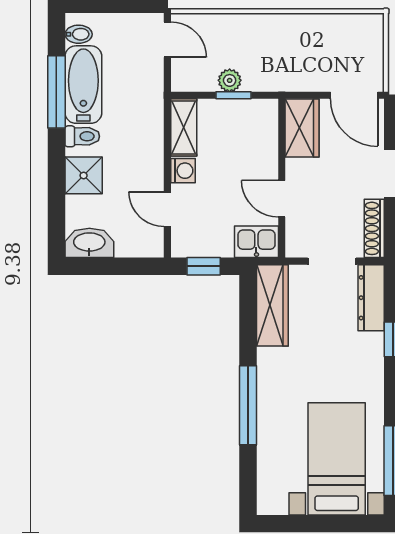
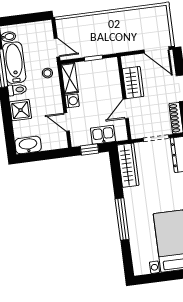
door: (167, 40) -> (57, 48), moved
plant: (230, 80) -> (90, 51), removed
stool: (143, 112) -> (47, 73), added
wardrobe: (302, 128) -> (133, 83), moved
door: (282, 199) -> (126, 109), hinge flipped
kitchen sink: (256, 242) -> (103, 135), moved

